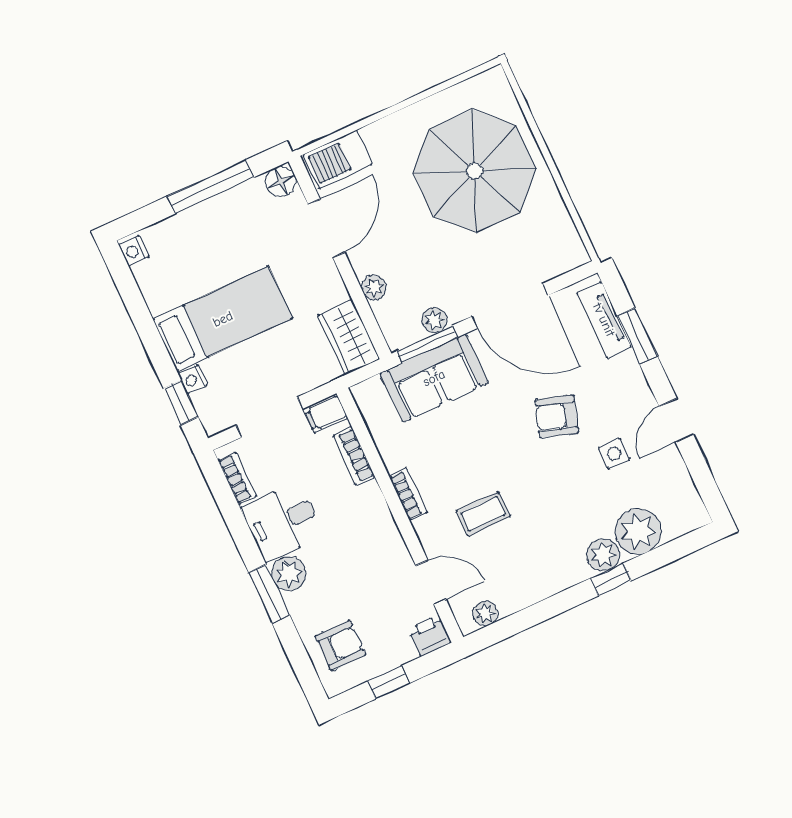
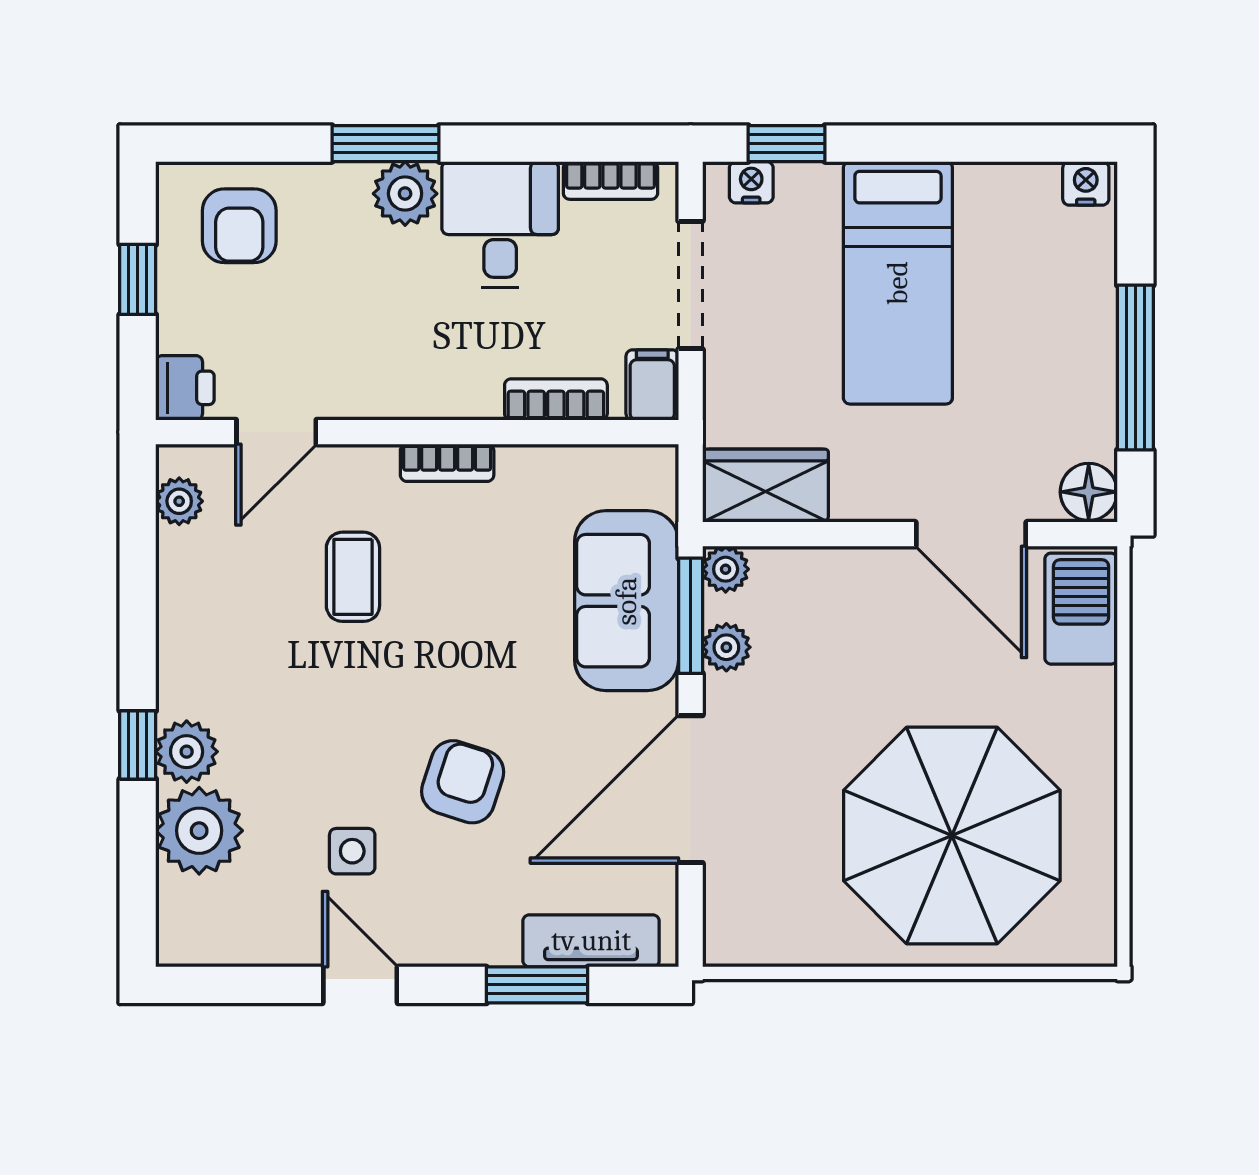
plant: (374, 287) -> (726, 569), moved
nightstand: (193, 380) -> (751, 182), moved

